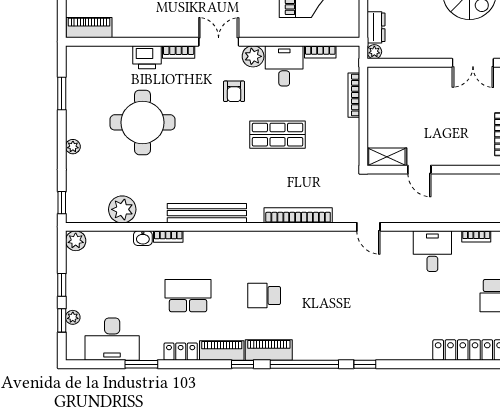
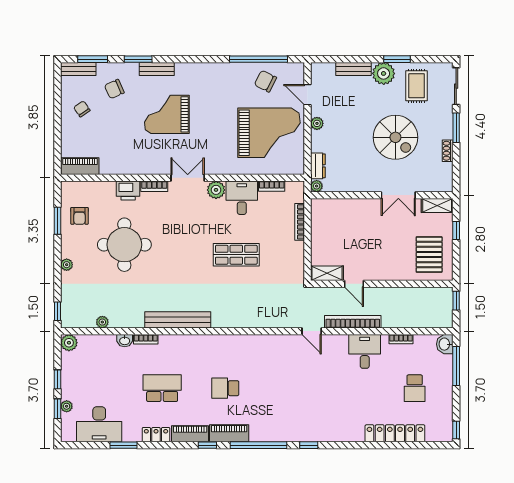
armchair: (234, 91) -> (80, 216), moved
plant: (122, 209) -> (102, 322), width x0.53, depth x0.53
bookcase: (298, 215) -> (353, 322), moved

